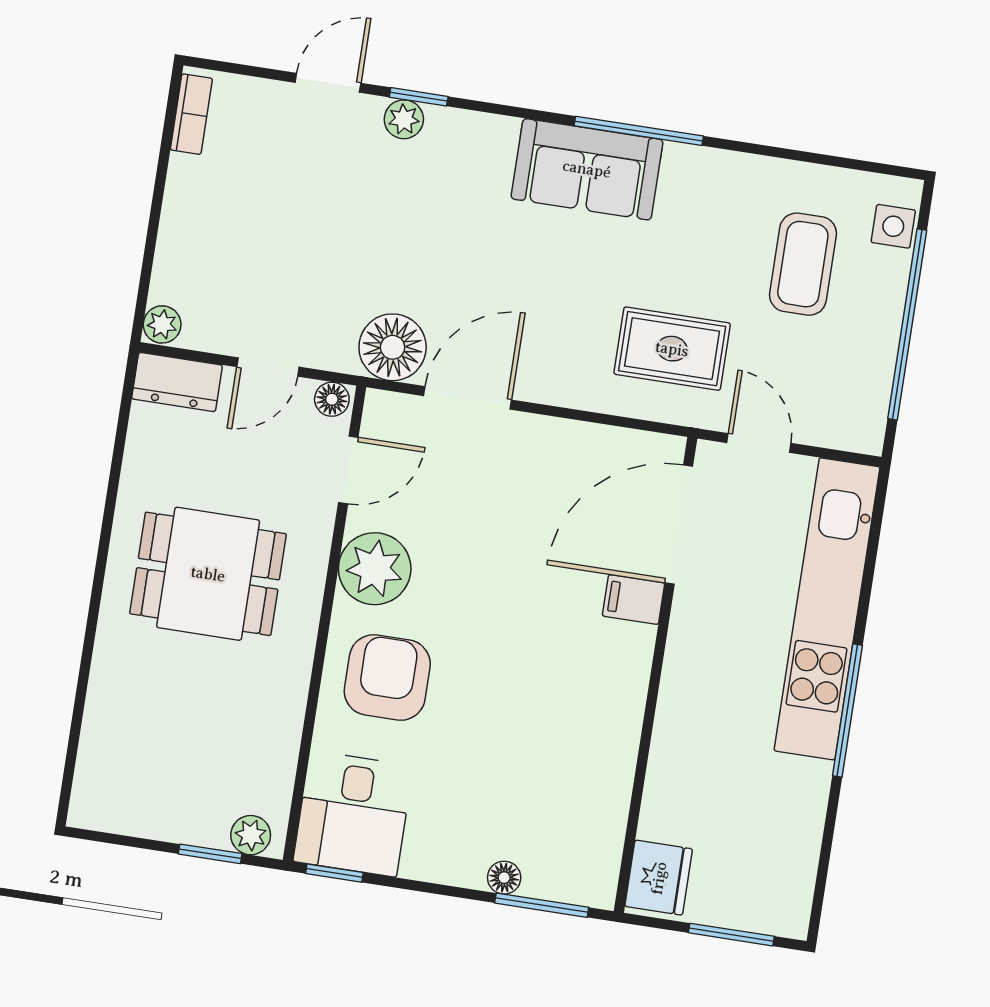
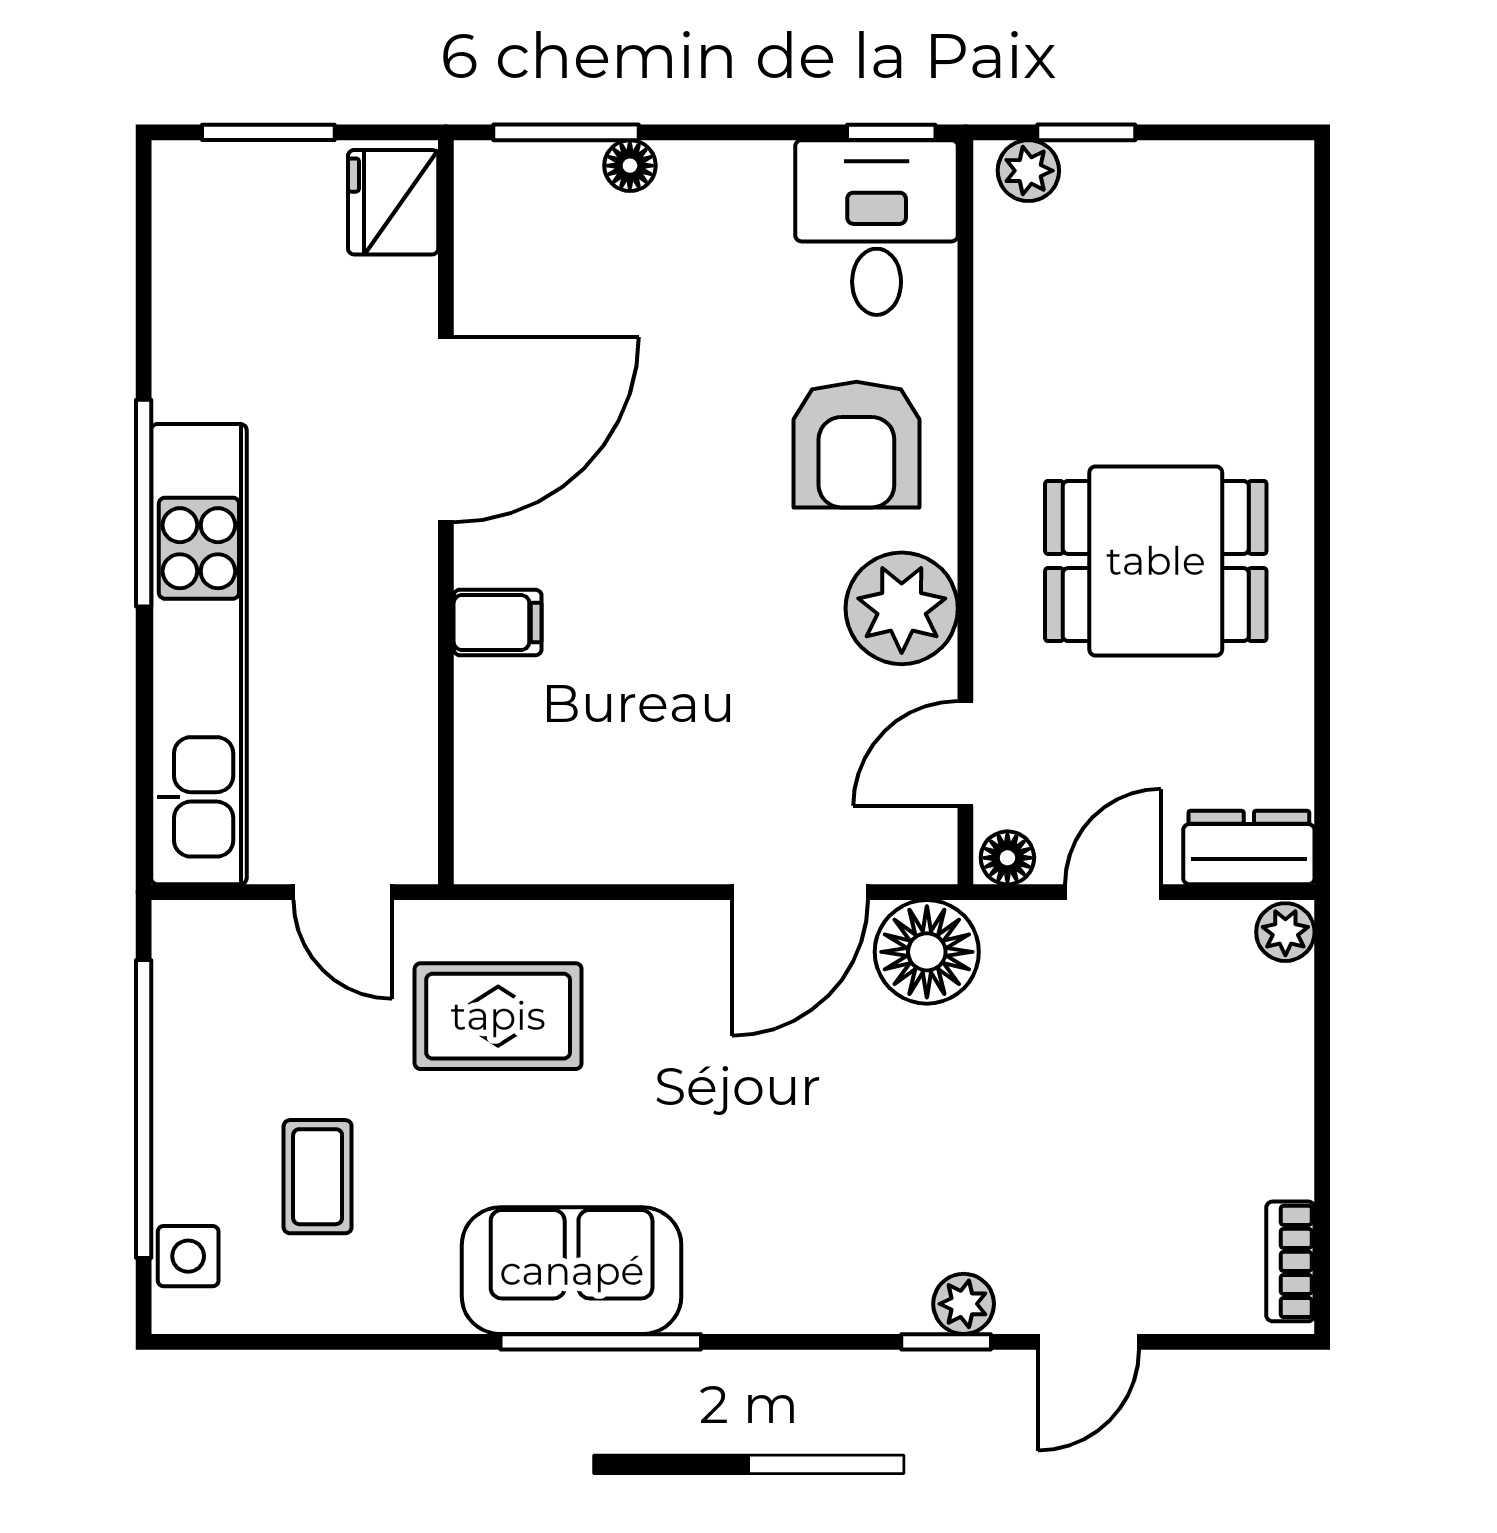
sofa: (587, 169) -> (572, 1271), moved
coffee table: (803, 264) -> (318, 1177), width x0.73, depth x0.77
door: (679, 525) -> (446, 429), moved

